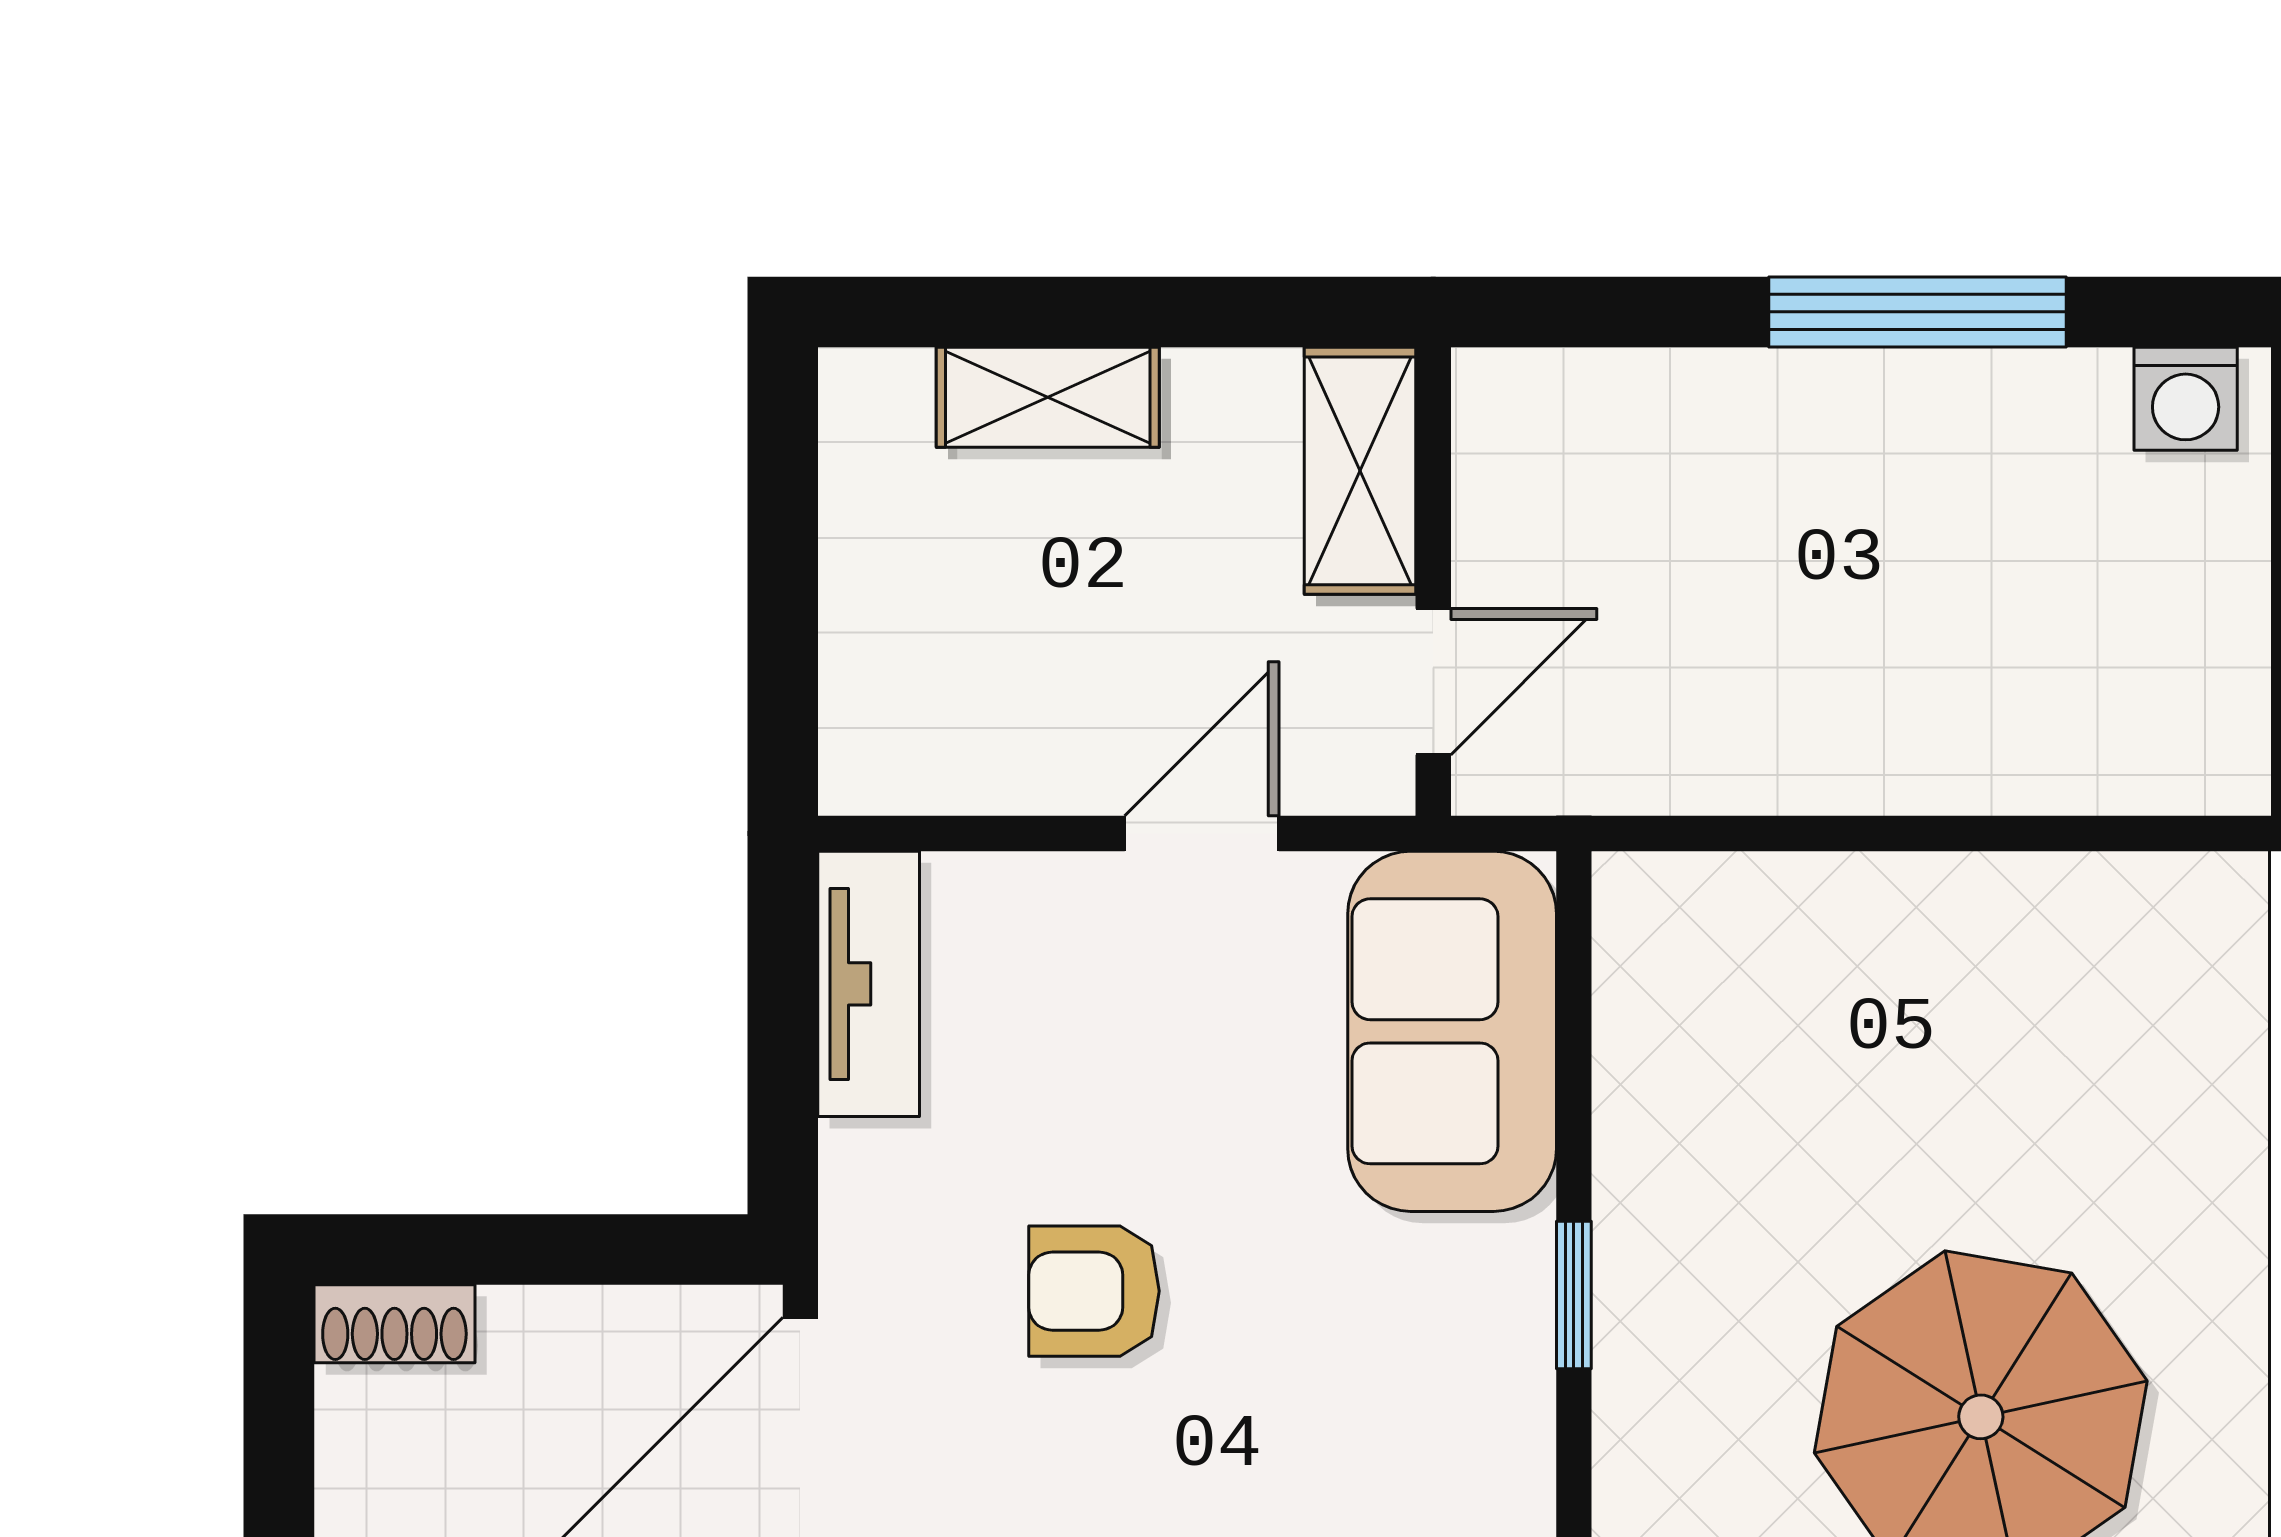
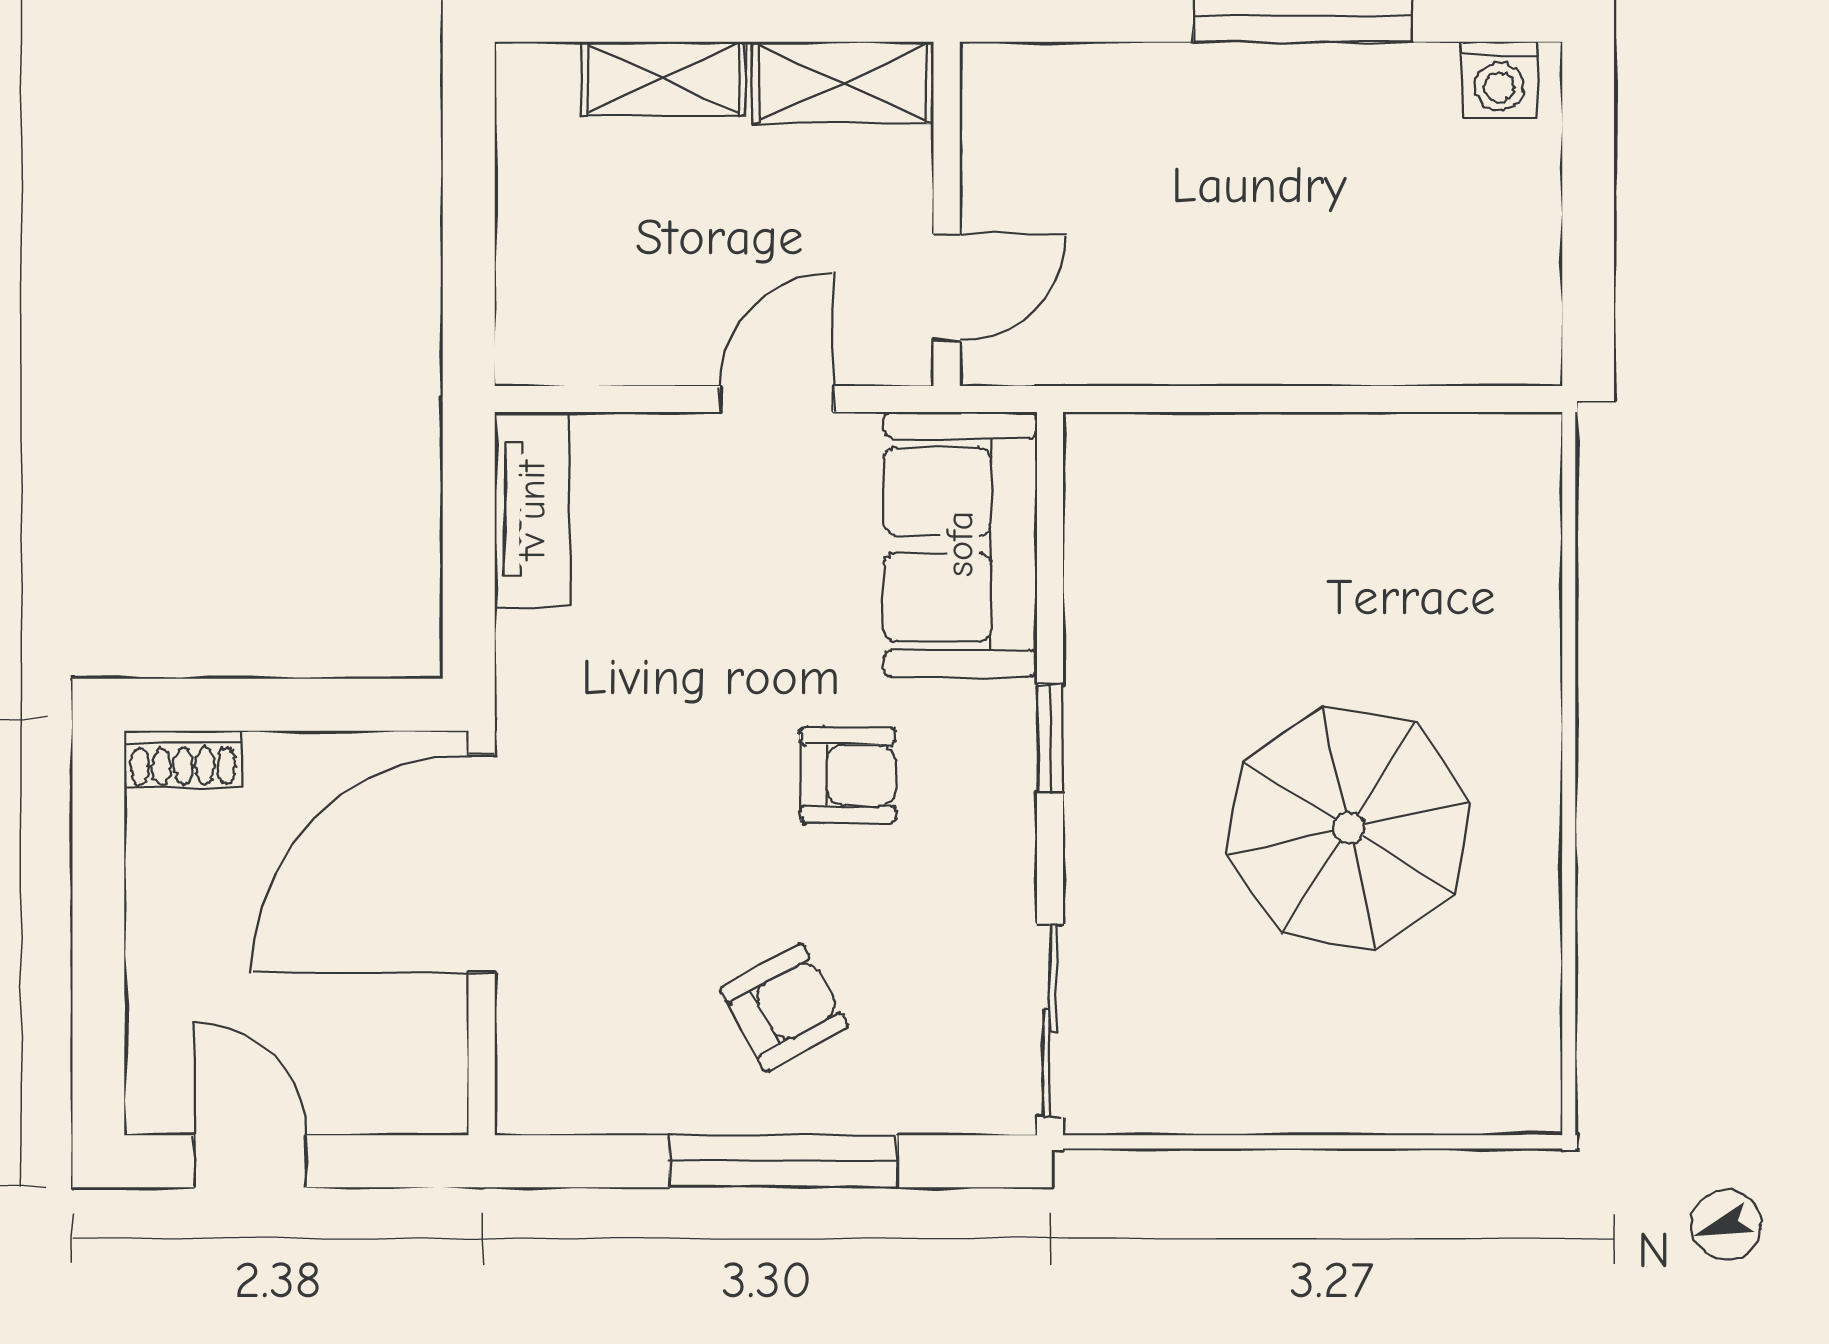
shelving: (1360, 471) -> (843, 83), moved, turned 90
armchair: (1094, 1291) -> (848, 775), moved, turned 180

